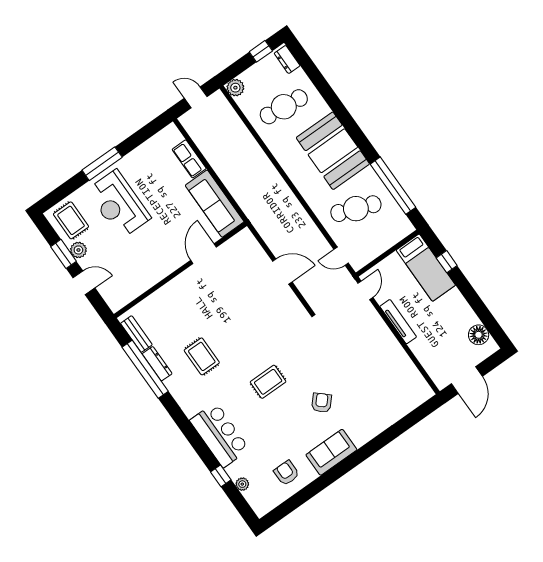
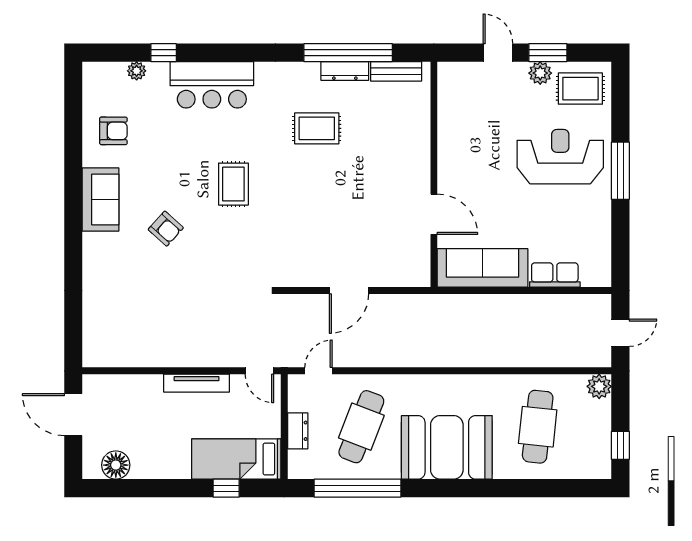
dresser: (287, 59) -> (298, 431), moved, turned 90
door: (84, 283) -> (498, 53), swing flipped

